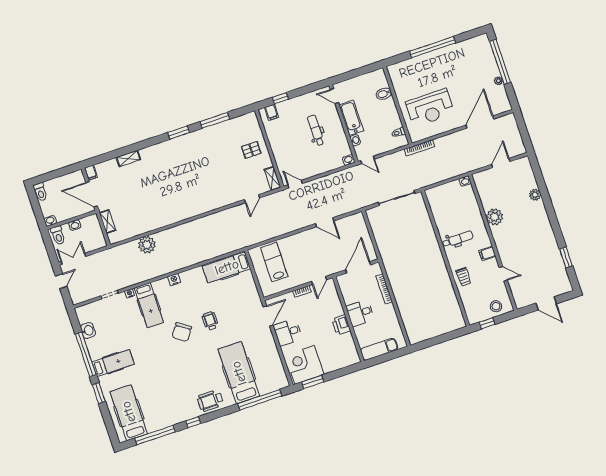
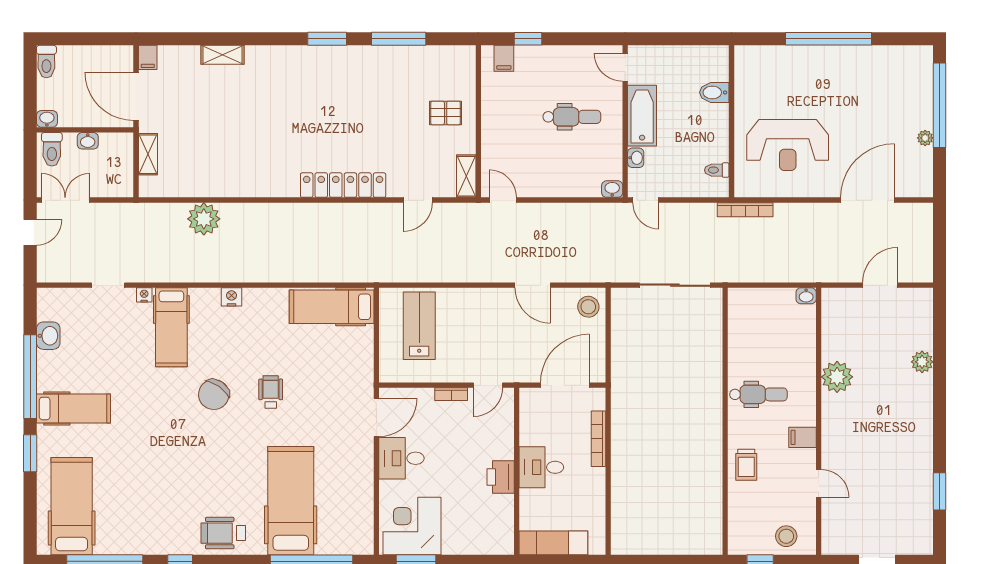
dental chair: (316, 130) -> (572, 117), turned 90
locker: (212, 204) -> (343, 185), added
stool: (357, 224) -> (588, 307), added

